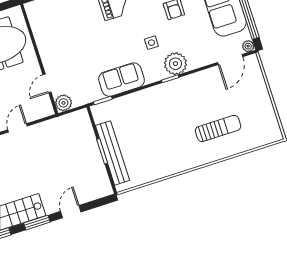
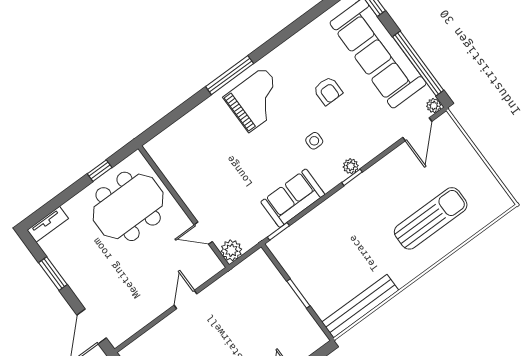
plant: (175, 64) -> (351, 166), width x0.53, depth x0.53
door: (47, 83) -> (203, 233), hinge flipped
sun lounger: (218, 128) -> (431, 218), width x1.36, depth x1.34
bench: (112, 153) -> (360, 306), moved, turned 90

